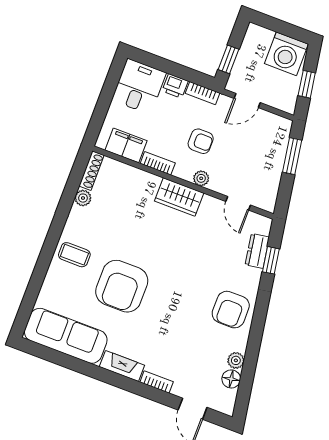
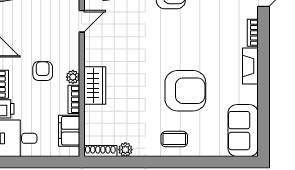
plant: (201, 178) -> (73, 77), moved
wardrobe: (179, 197) -> (95, 86), moved
coffee table: (74, 255) -> (174, 139), turned 90
sofa: (66, 336) -> (243, 131), width x0.73

